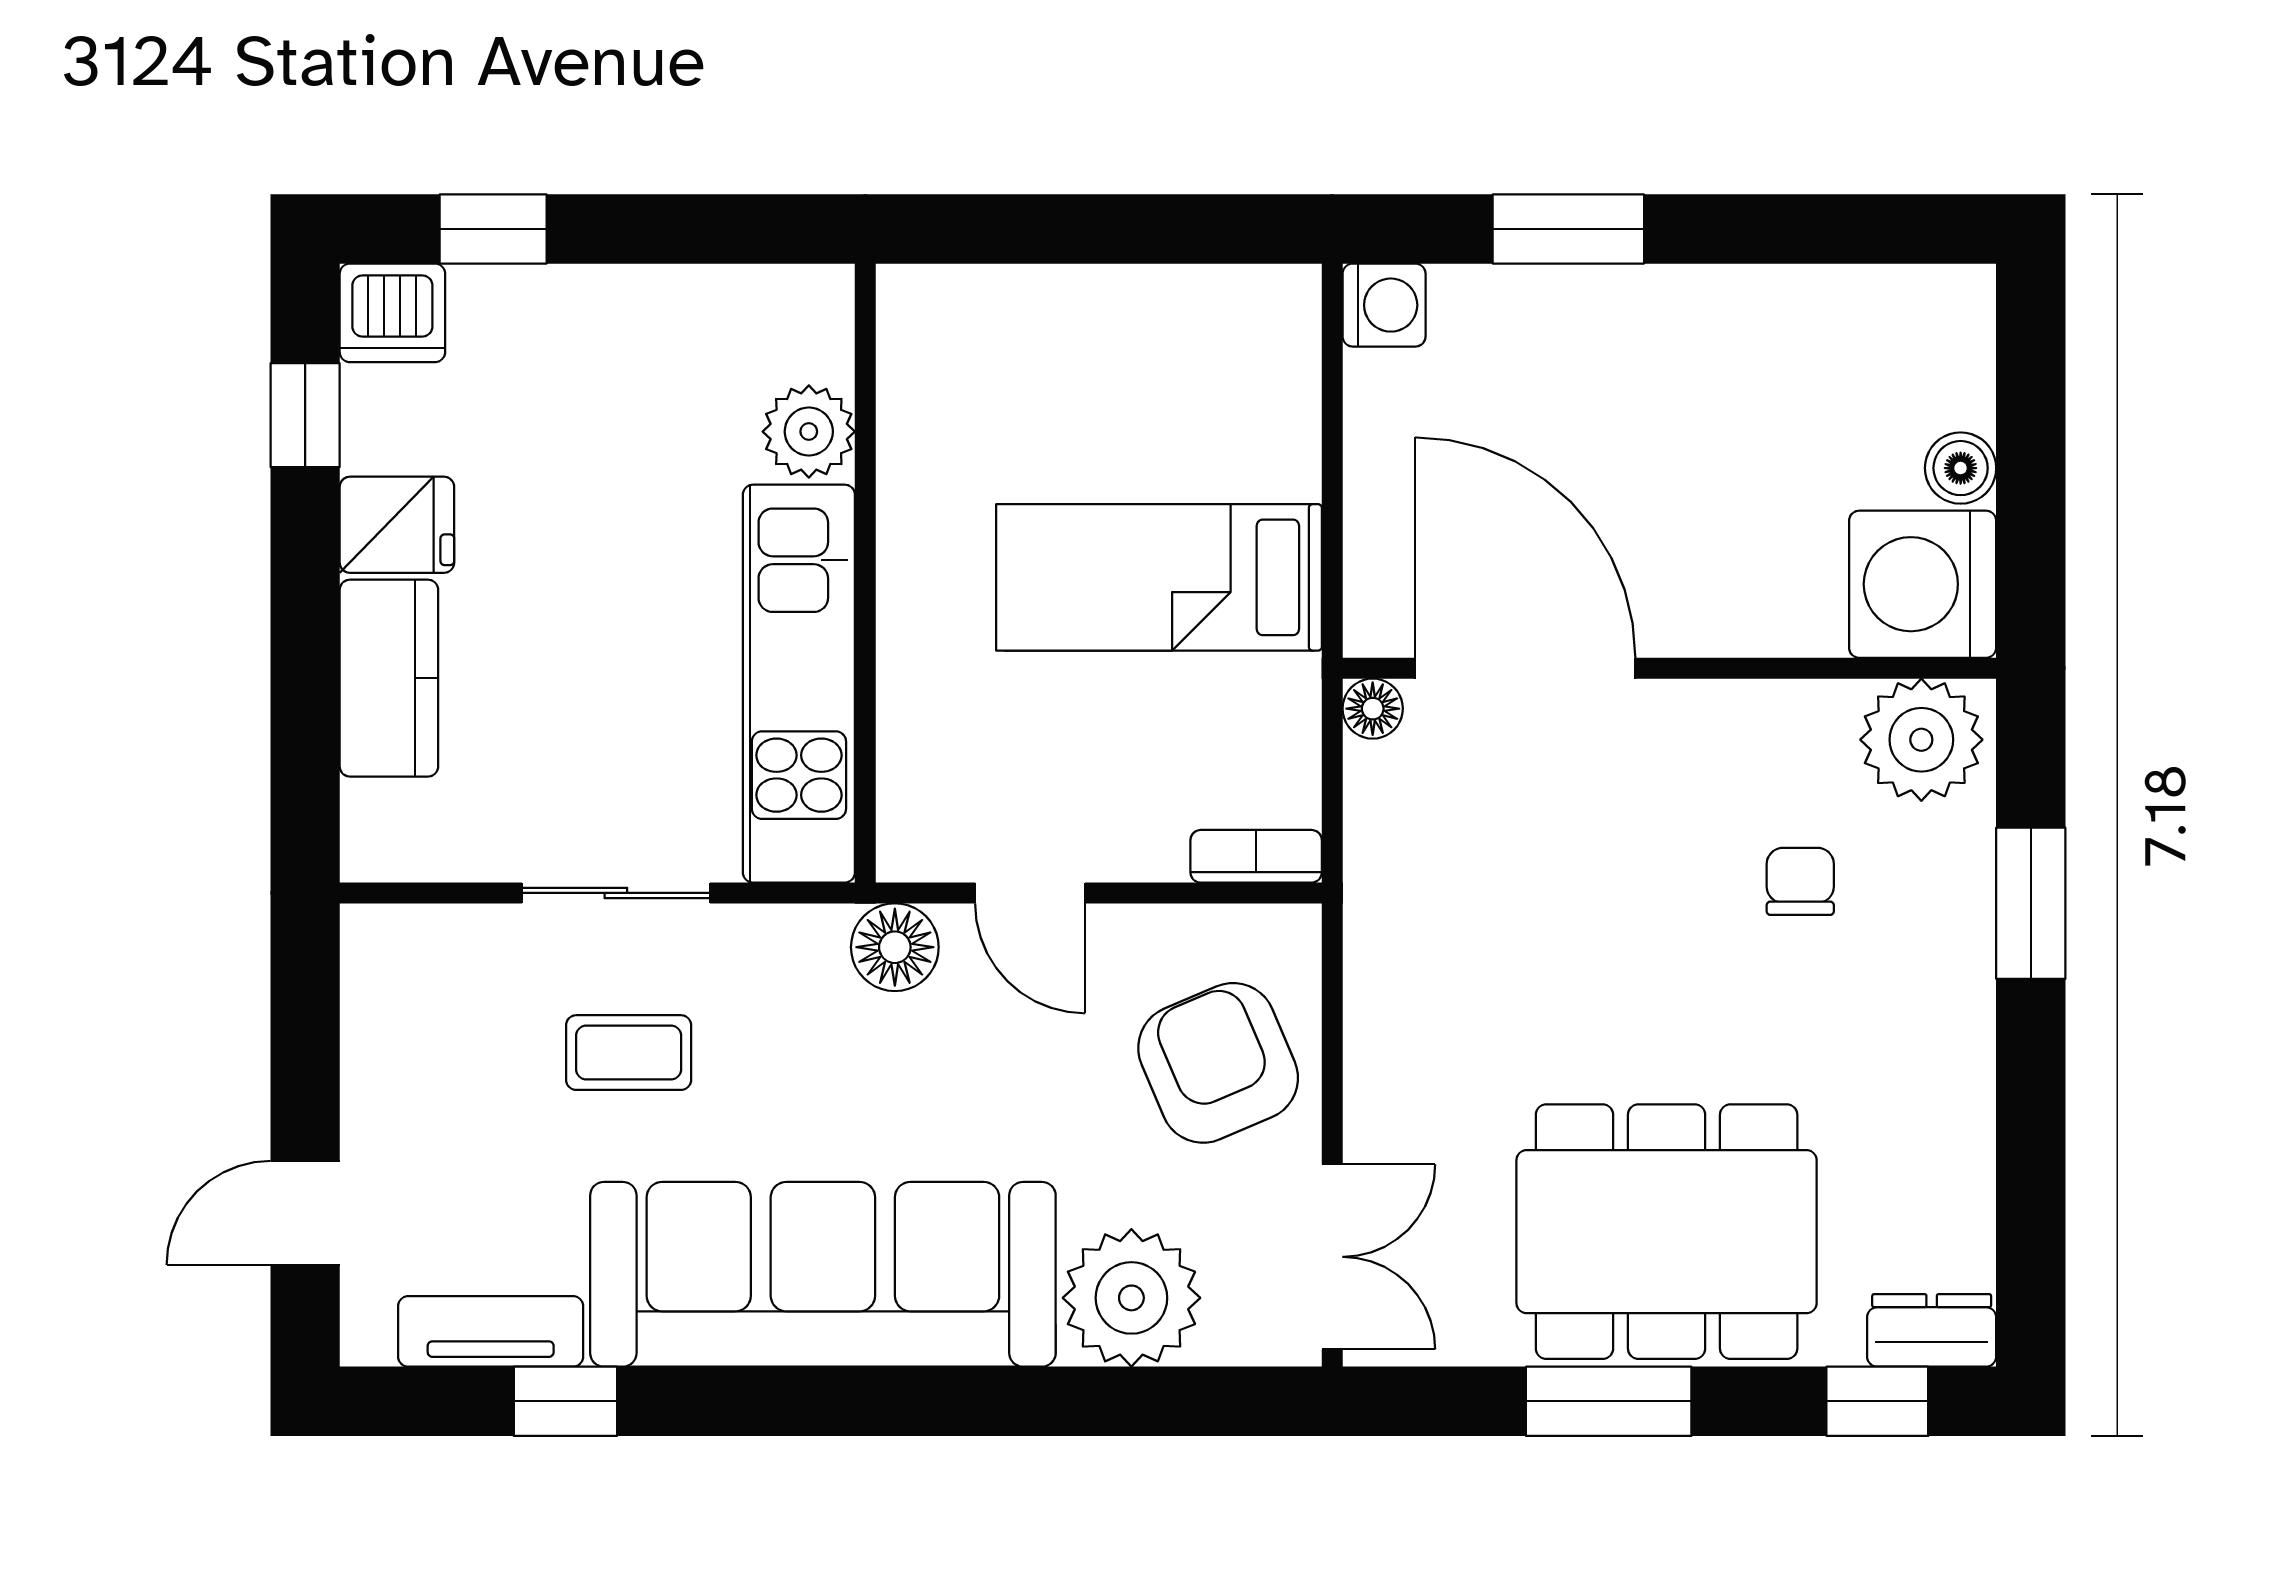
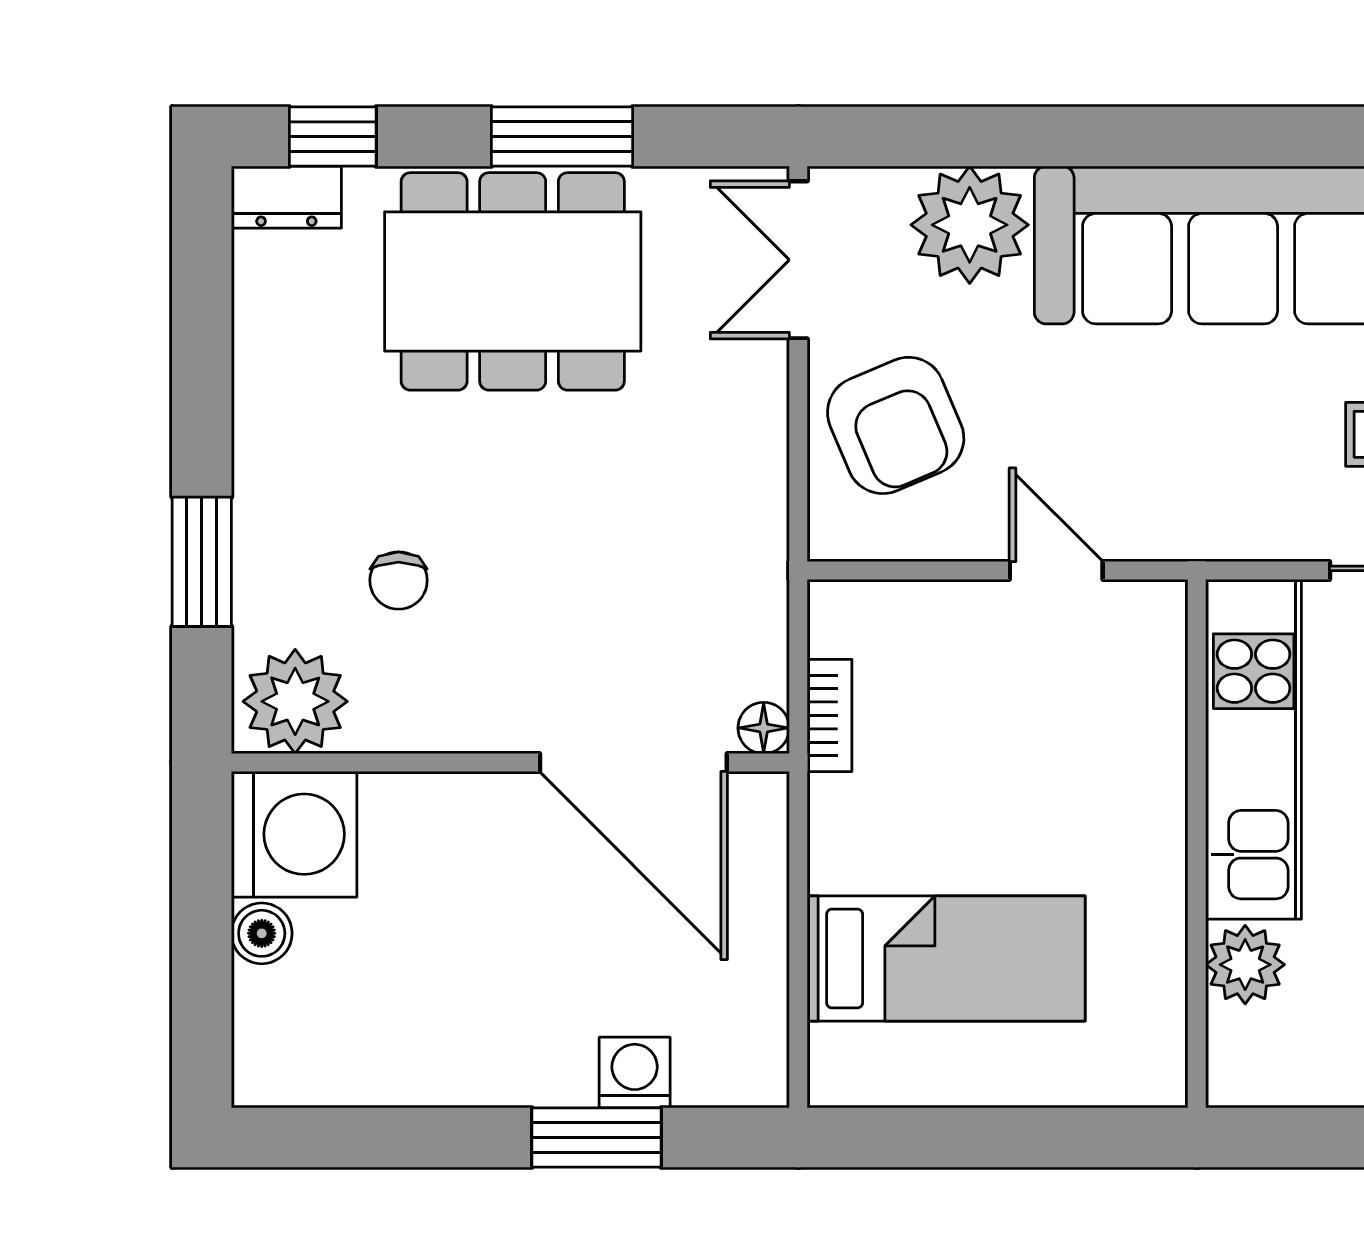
washing machine: (1384, 305) -> (635, 1073), moved, turned 90
bed: (1159, 577) -> (946, 958), moved
bookcase: (1256, 856) -> (830, 715), moved, turned -90
floor lamp: (895, 947) -> (1172, 524), removed

